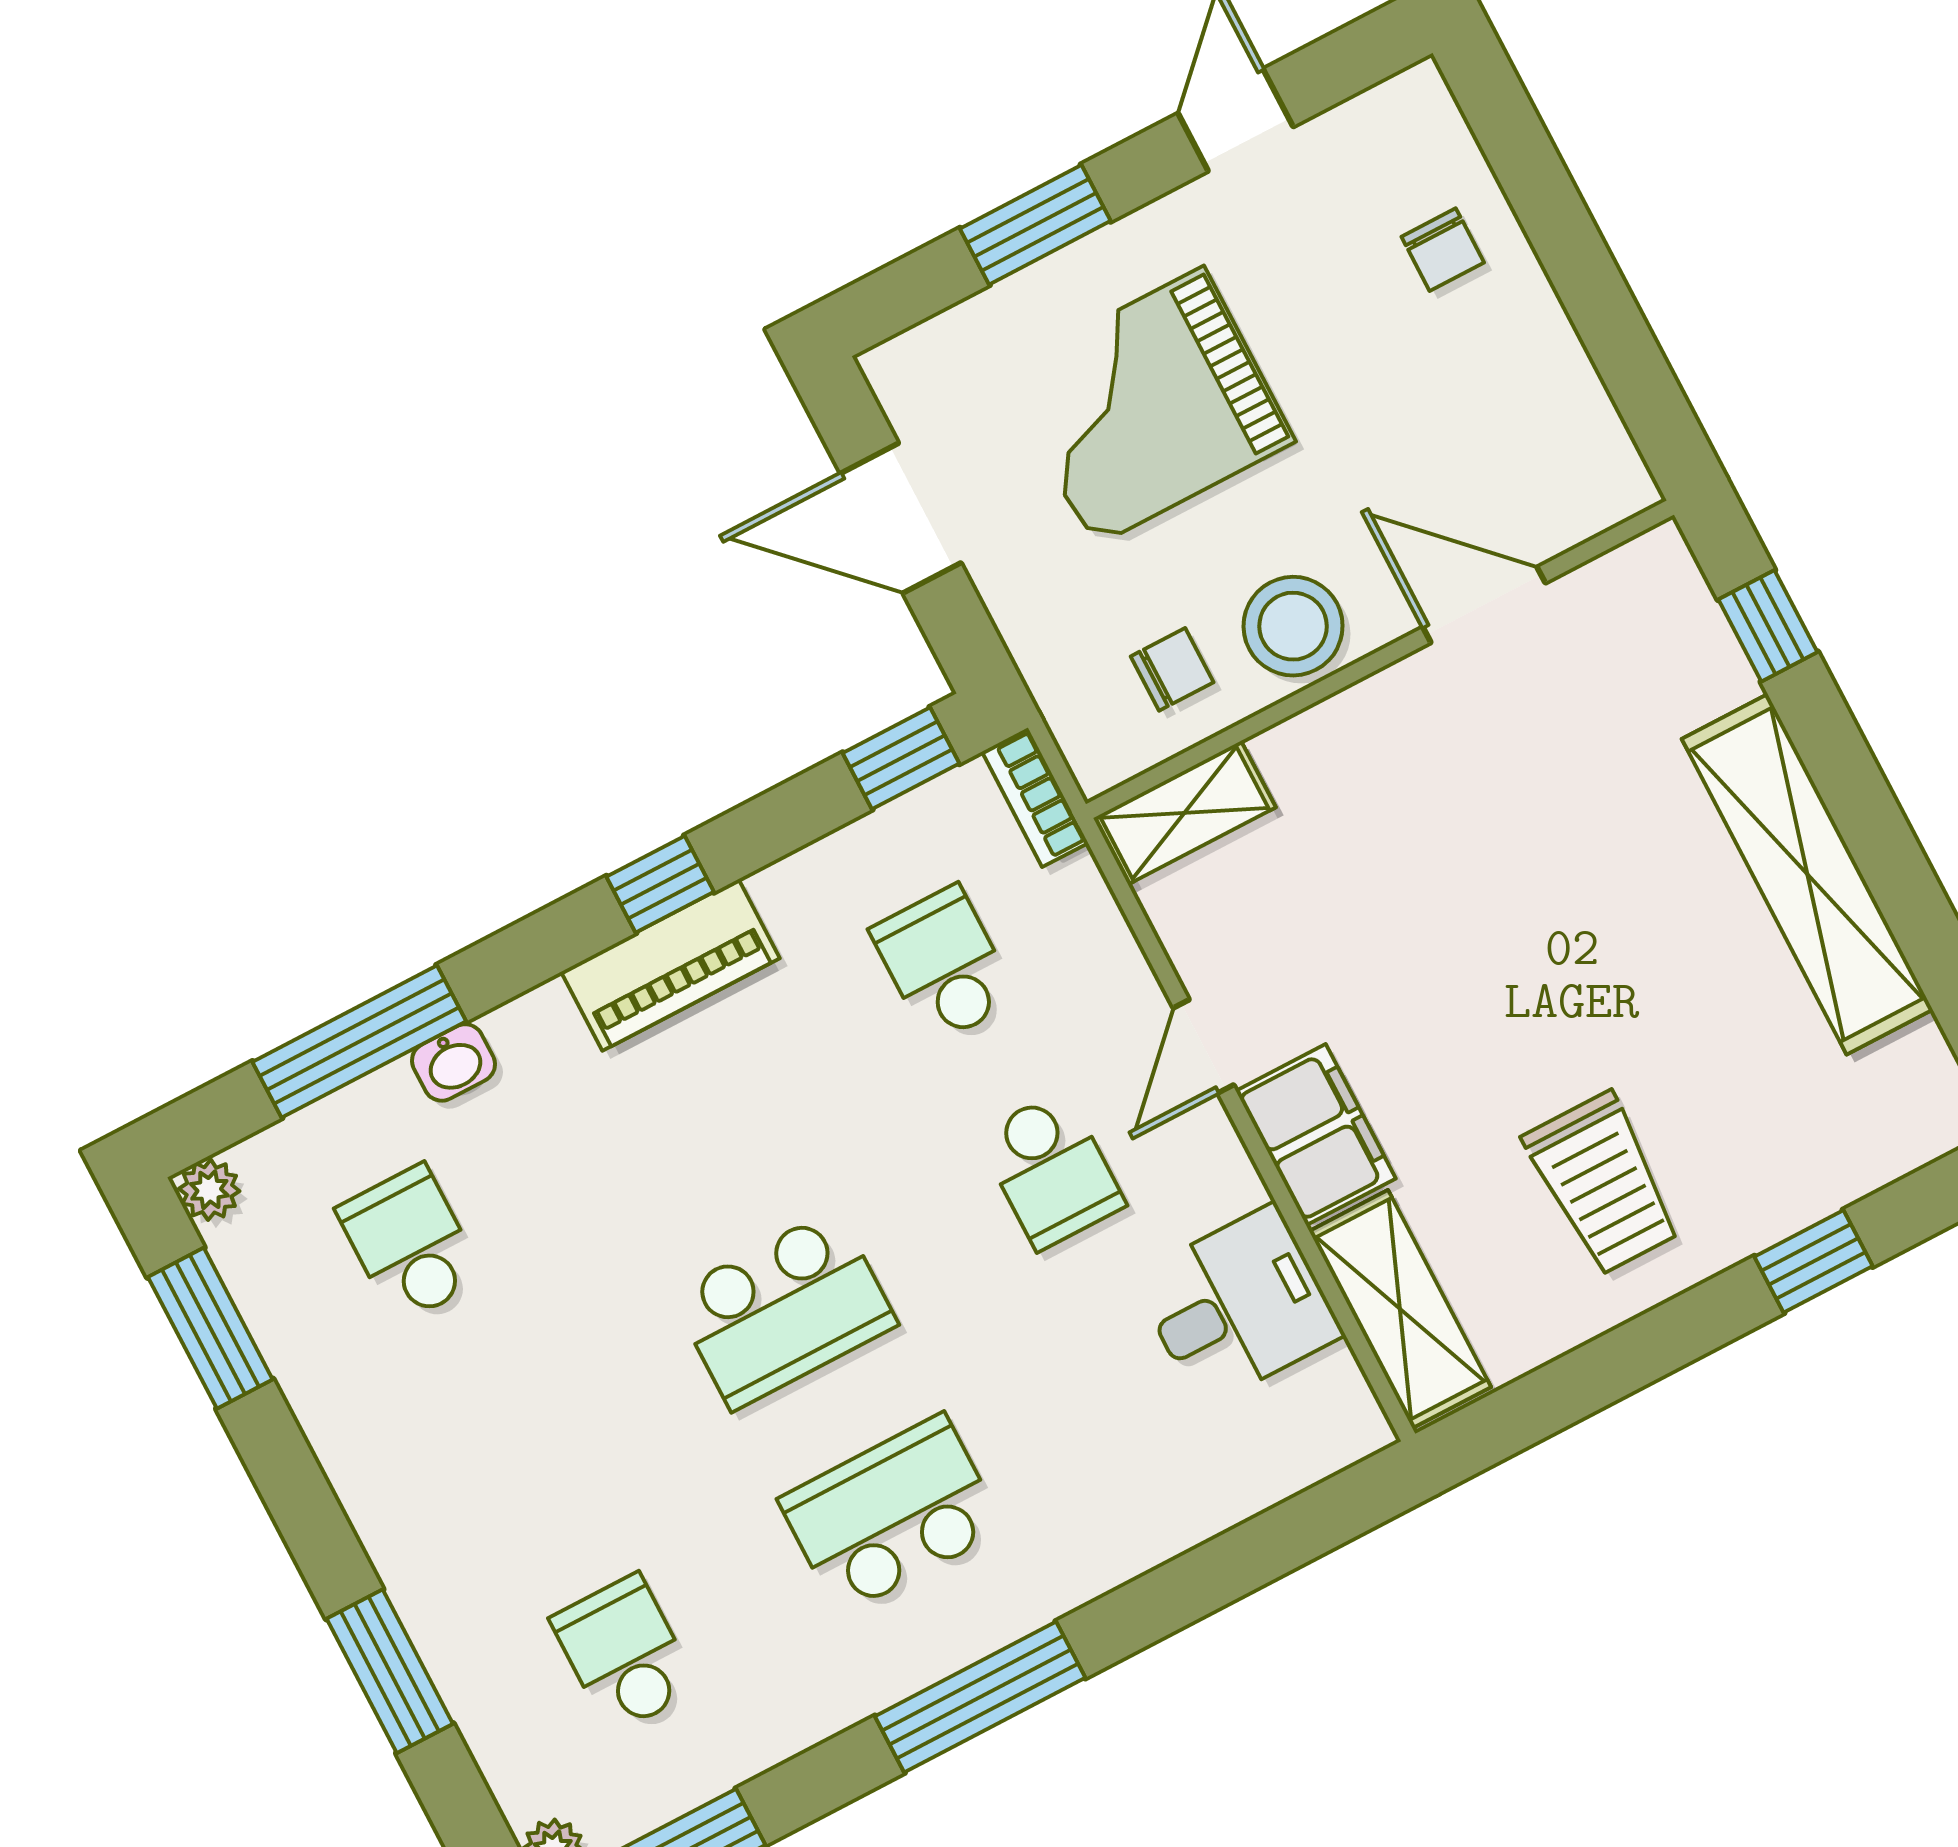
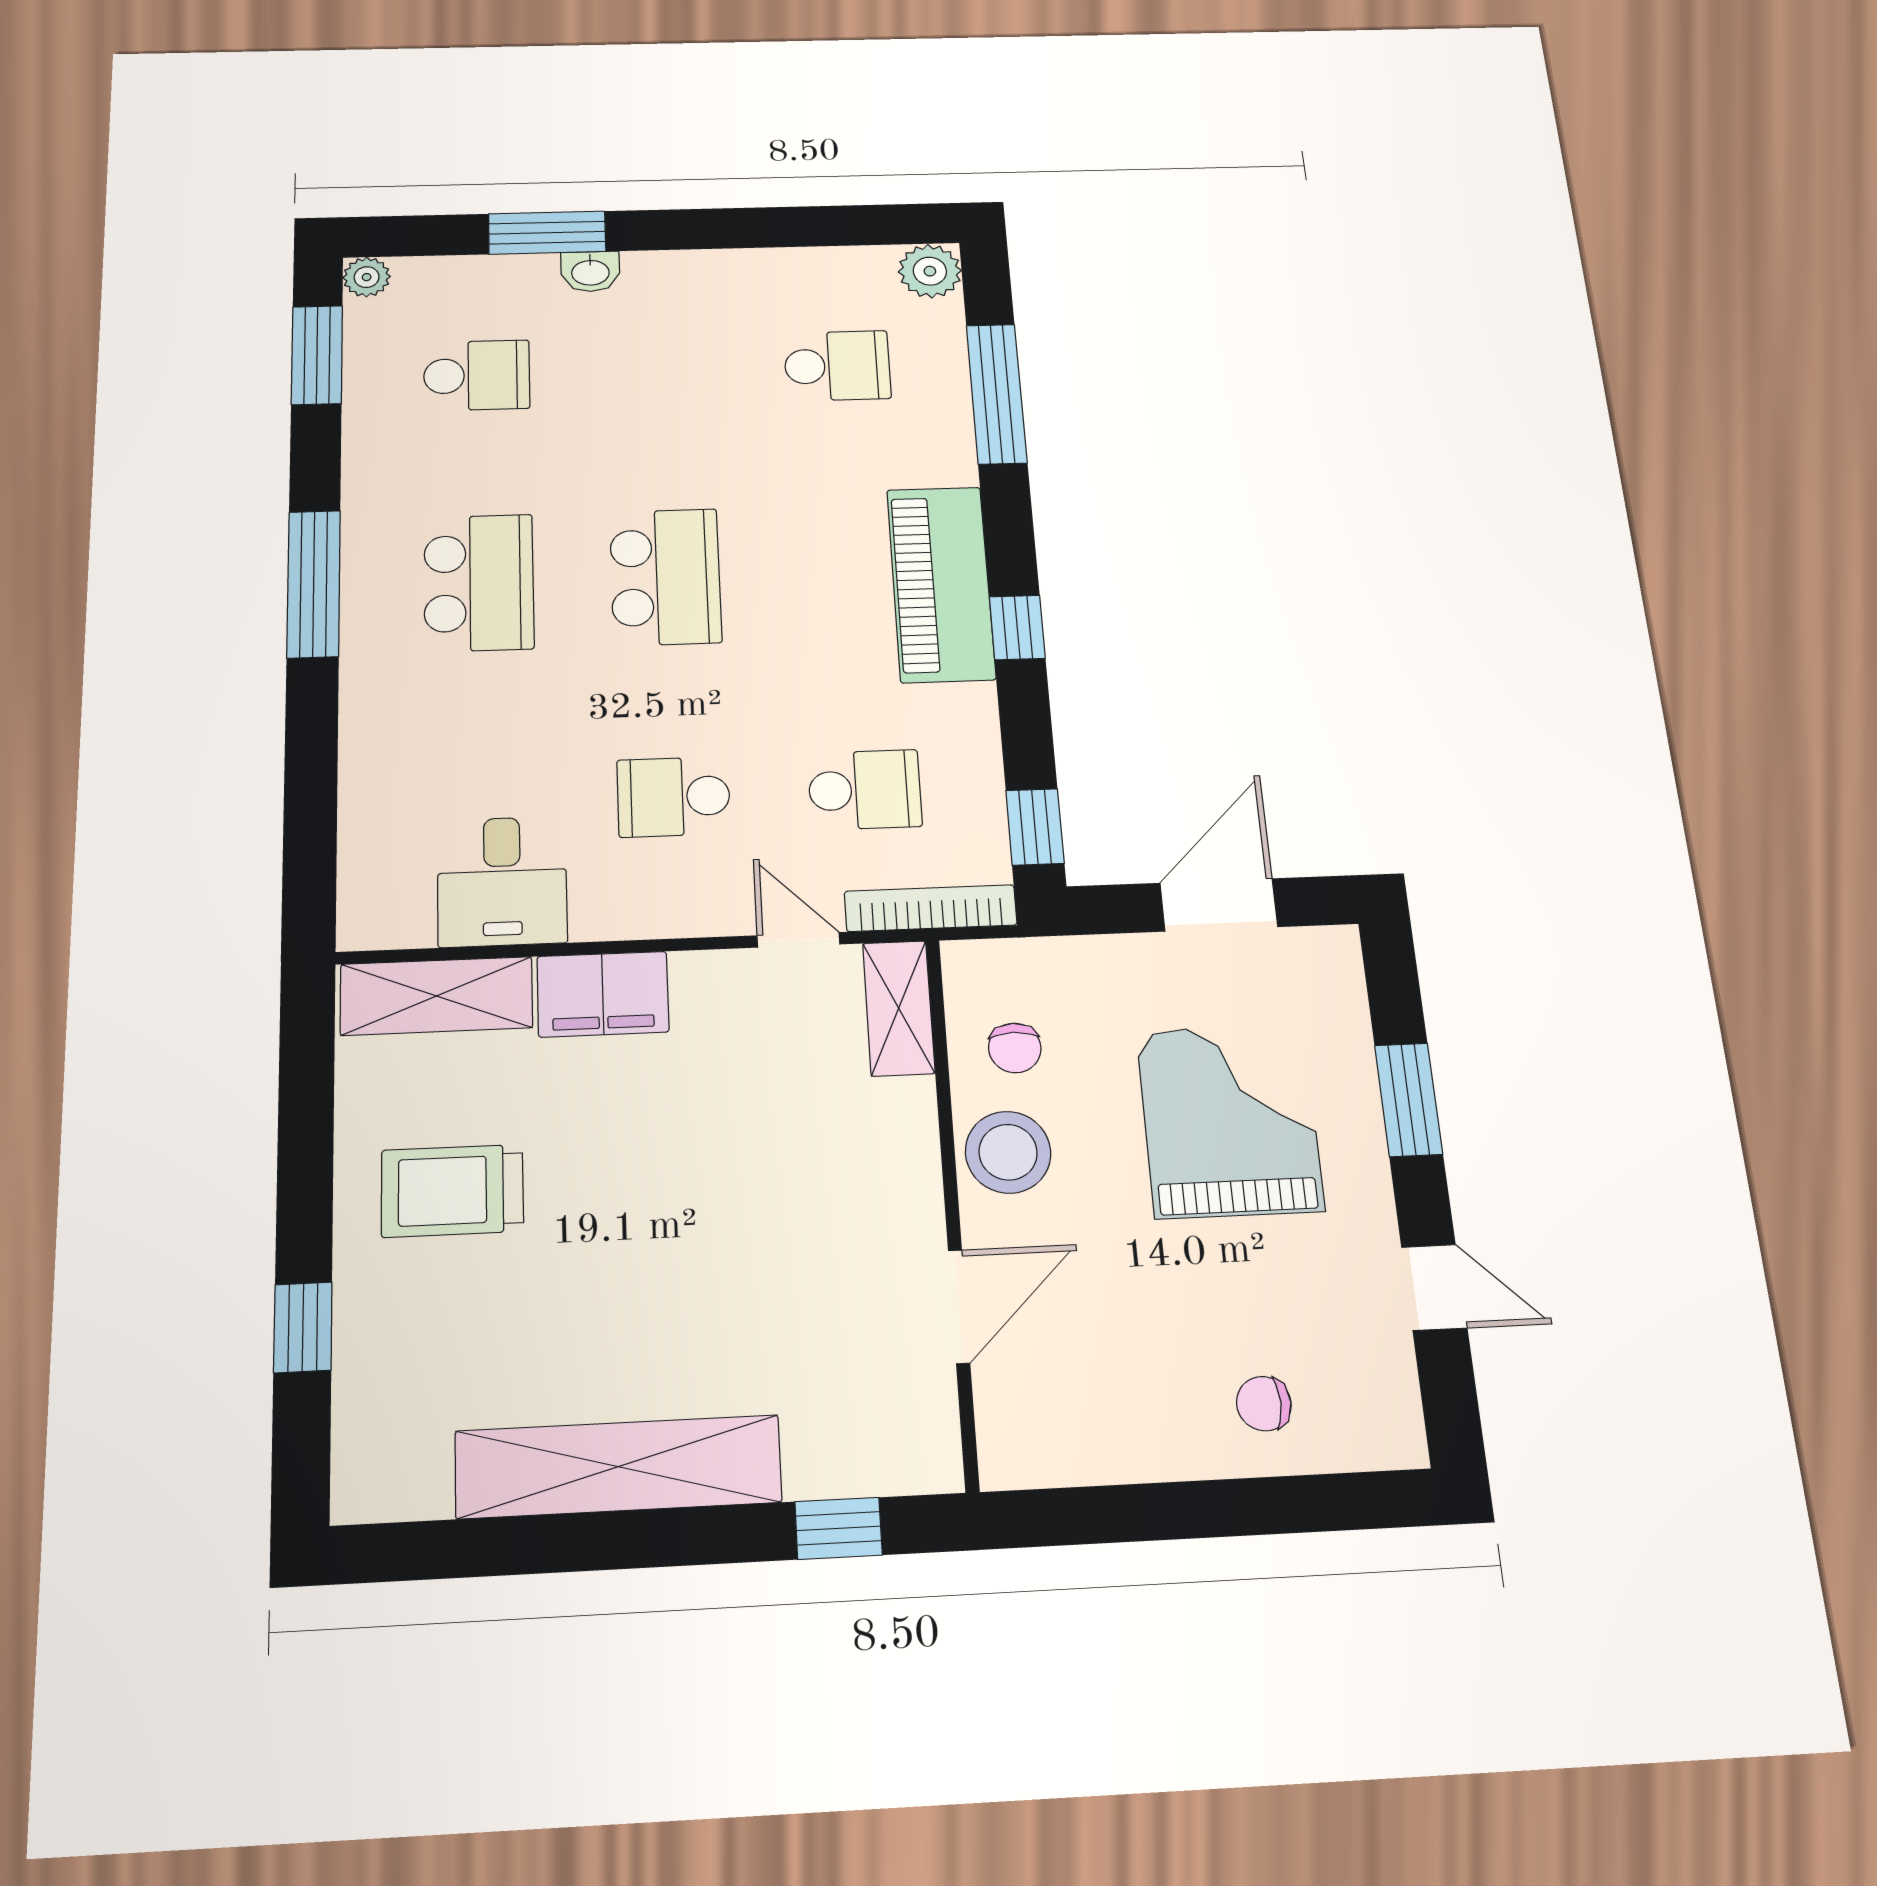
bookcase: (1035, 797) -> (931, 908), width x1.56
piano: (670, 965) -> (941, 584), width x1.37, depth x1.33
door: (1204, 1046) -> (798, 940), moved
washbasin: (453, 1062) -> (590, 272), moved, turned -90
plant: (209, 1190) -> (930, 271), width x1.38, depth x1.38
school desk: (784, 1309) -> (665, 577), turned 180
window: (210, 1328) -> (842, 226), removed

